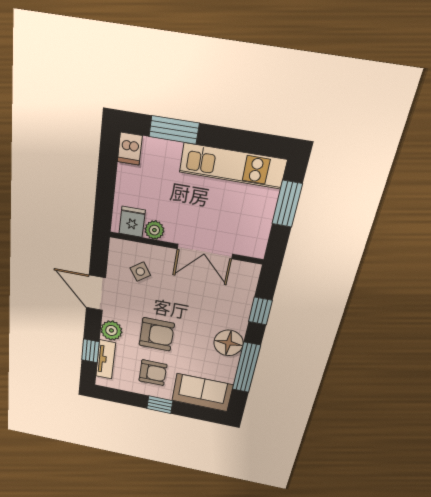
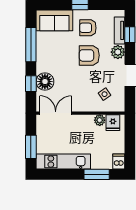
double door: (205, 251) -> (56, 113), moved
floor lamp: (228, 343) -> (45, 82), moved

